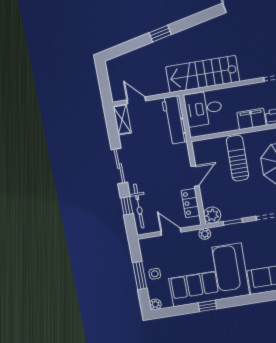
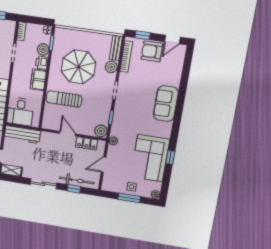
corner sofa: (207, 275) -> (150, 158), width x0.73, depth x0.74

